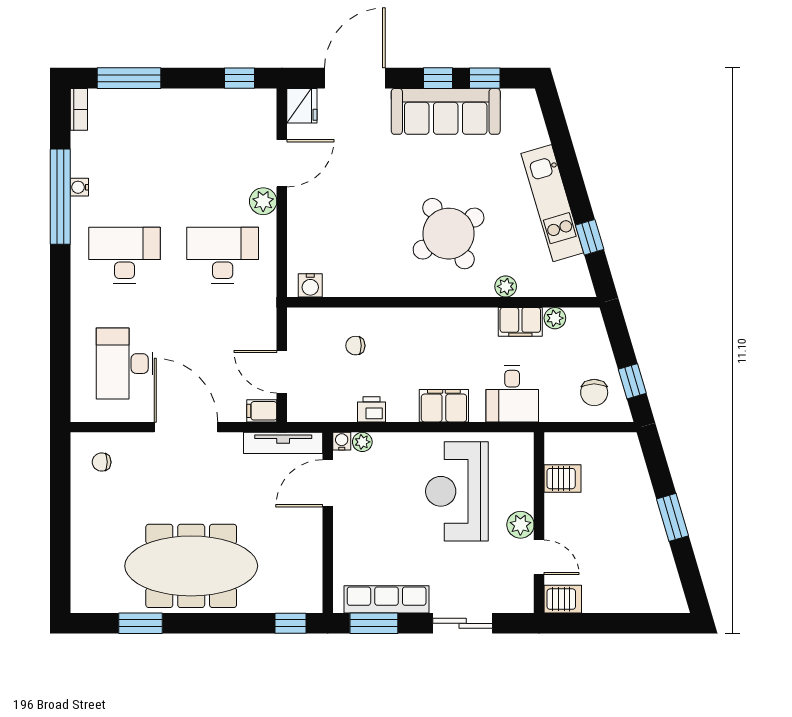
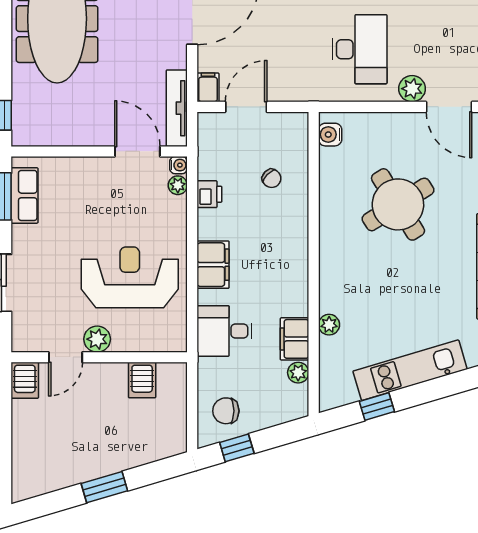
round table: (449, 234) -> (398, 204), moved
chair: (355, 346) -> (272, 178), turned 134
row of seats: (387, 599) -> (25, 195), width x0.68

